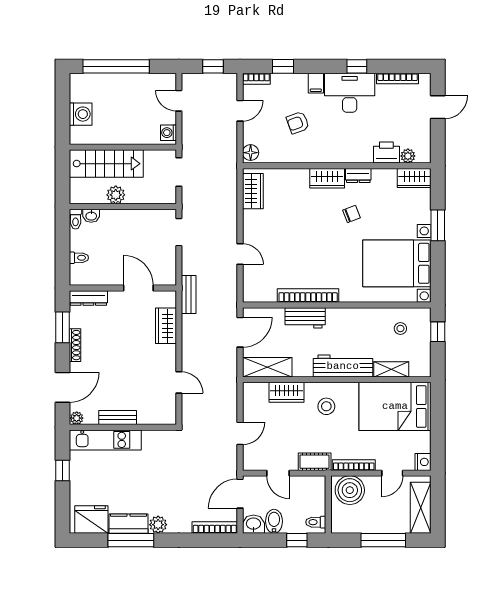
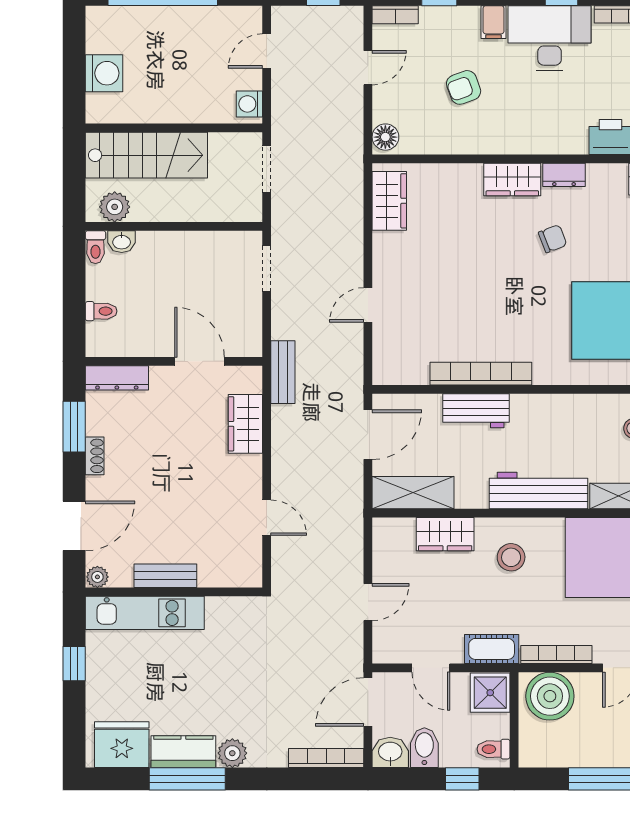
door: (179, 101) -> (267, 51), hinge flipped
plant: (116, 195) -> (115, 207), moved
door: (240, 254) -> (368, 305), swing flipped
shoe rack: (75, 345) -> (95, 456), width x0.70
shower: (314, 488) -> (490, 693), added

